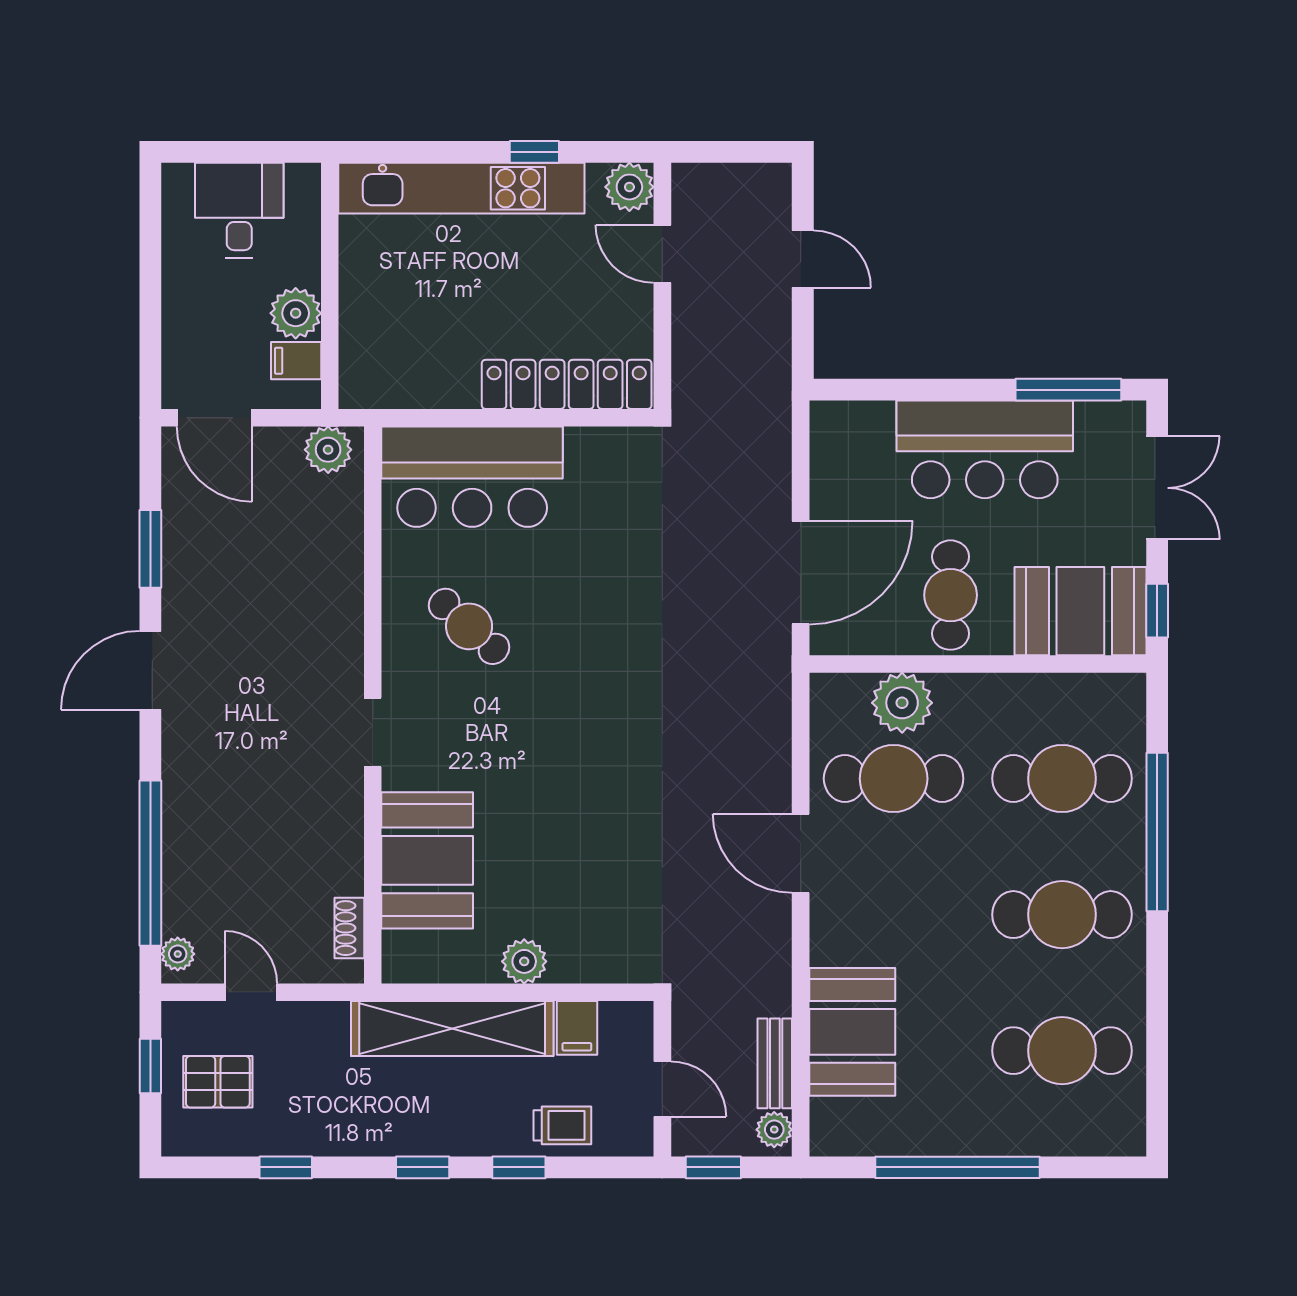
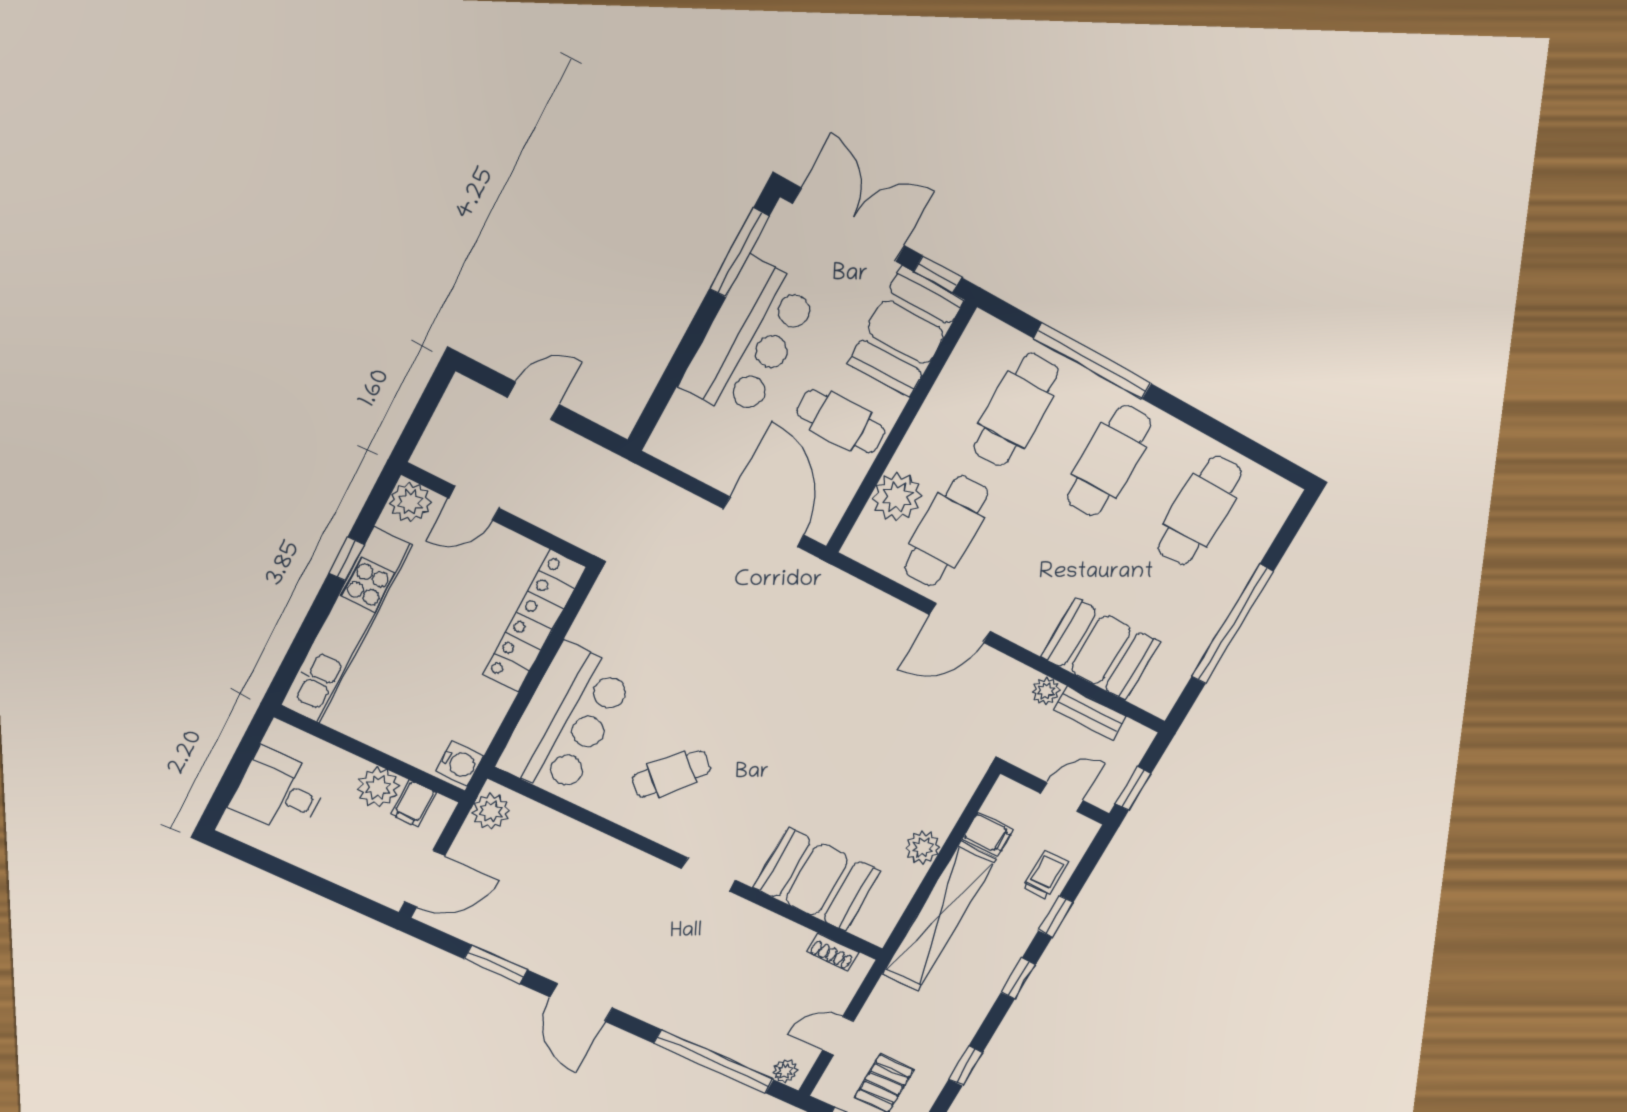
water cooler: (366, 387) -> (460, 763), added
double door: (1157, 488) -> (849, 225), width x1.37
plant: (774, 1130) -> (1046, 691), moved

